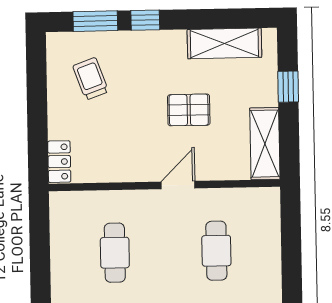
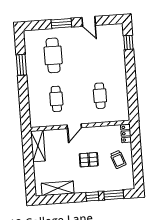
trolley: (91, 79) -> (118, 159), moved
window: (288, 87) -> (29, 171), removed
pallet: (189, 110) -> (89, 160), moved

